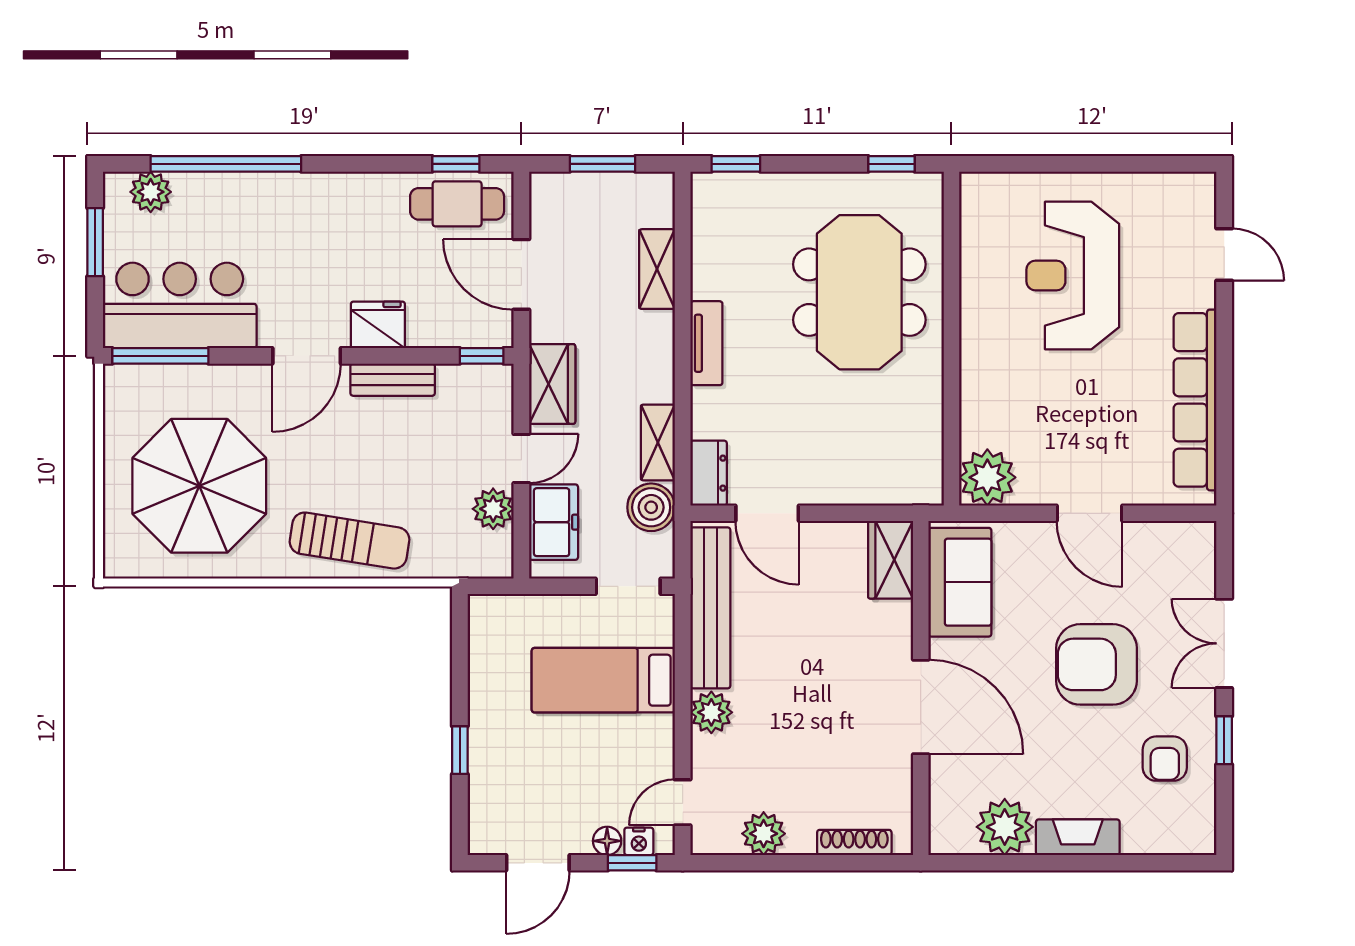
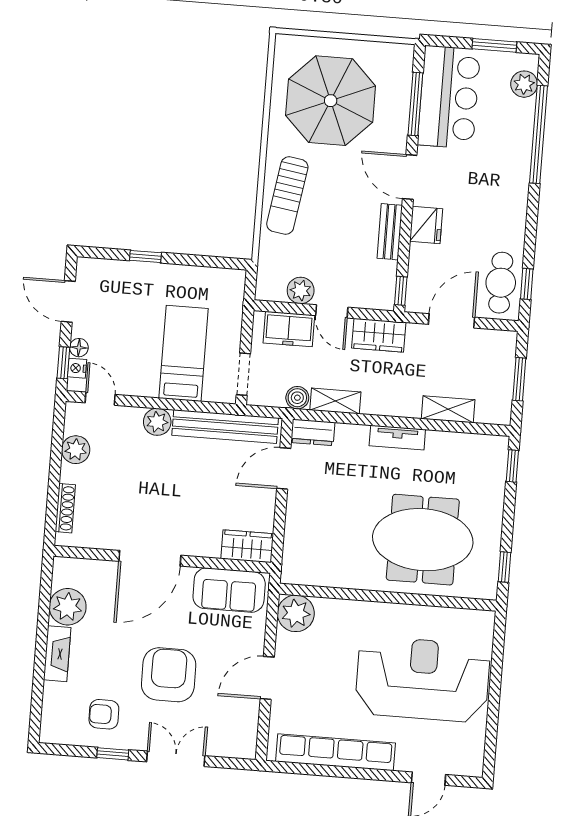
reception desk: (1073, 276) -> (423, 679), width x1.36, depth x1.30
window: (160, 356) -> (415, 104), moved
boiler: (651, 507) -> (297, 398), width x0.73, depth x0.73

